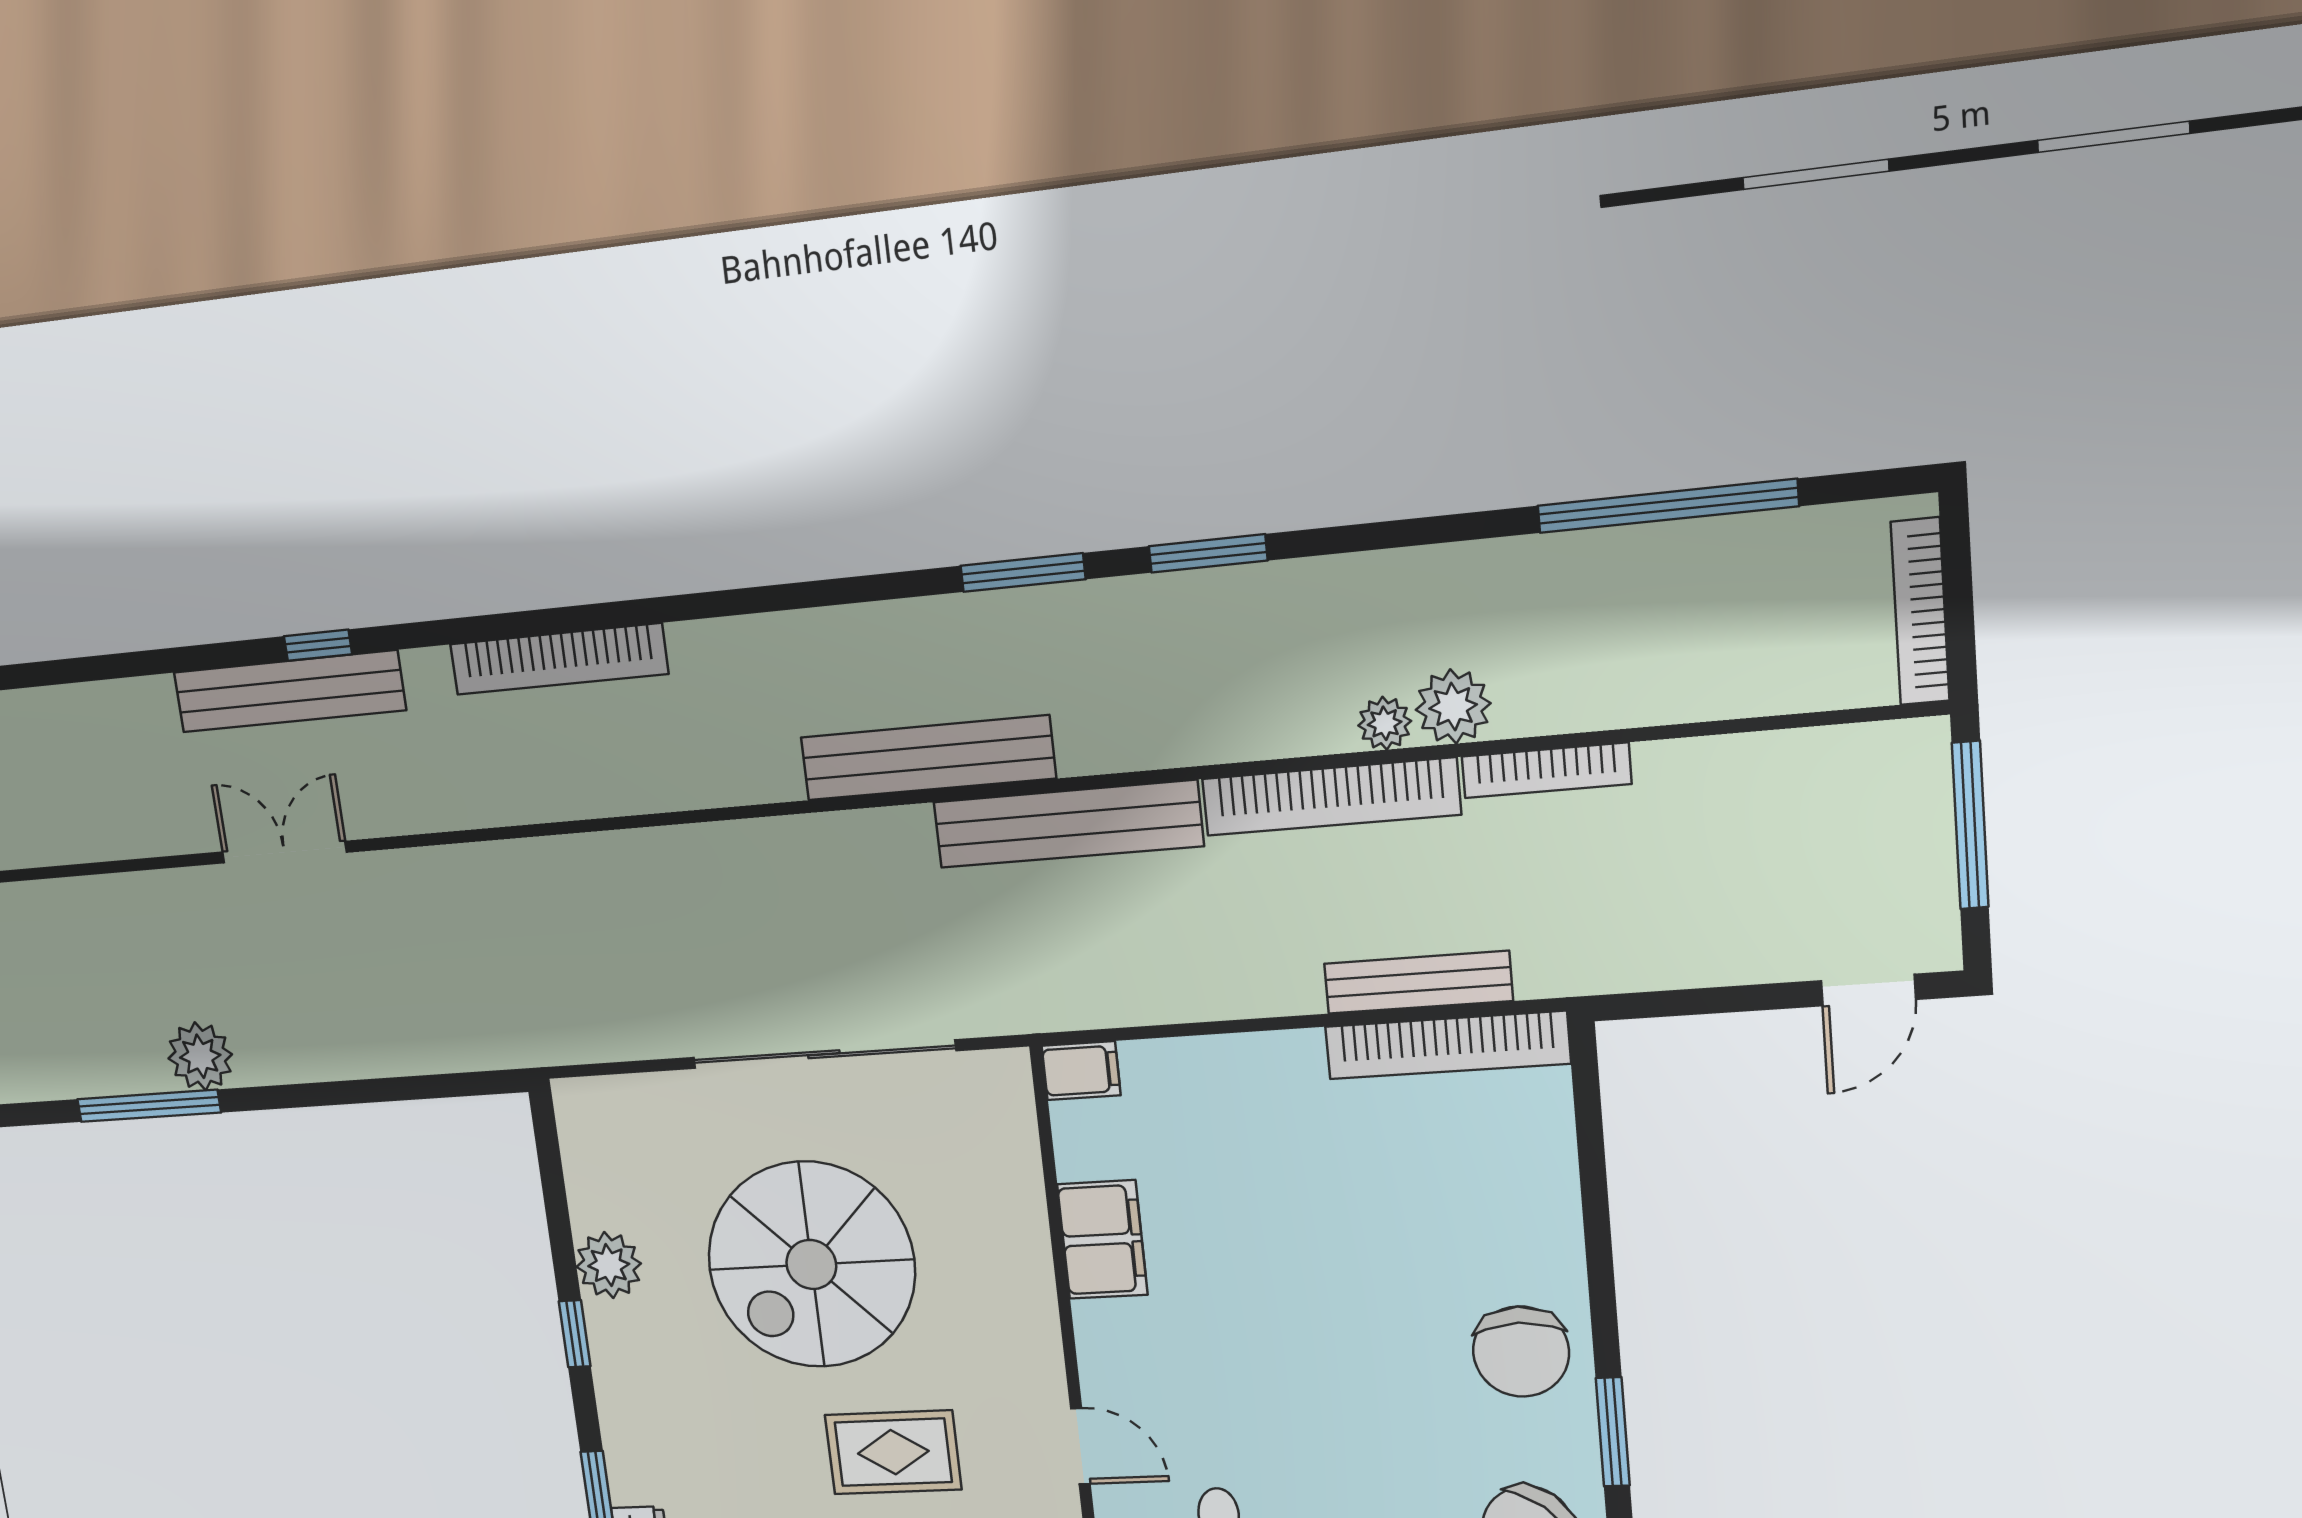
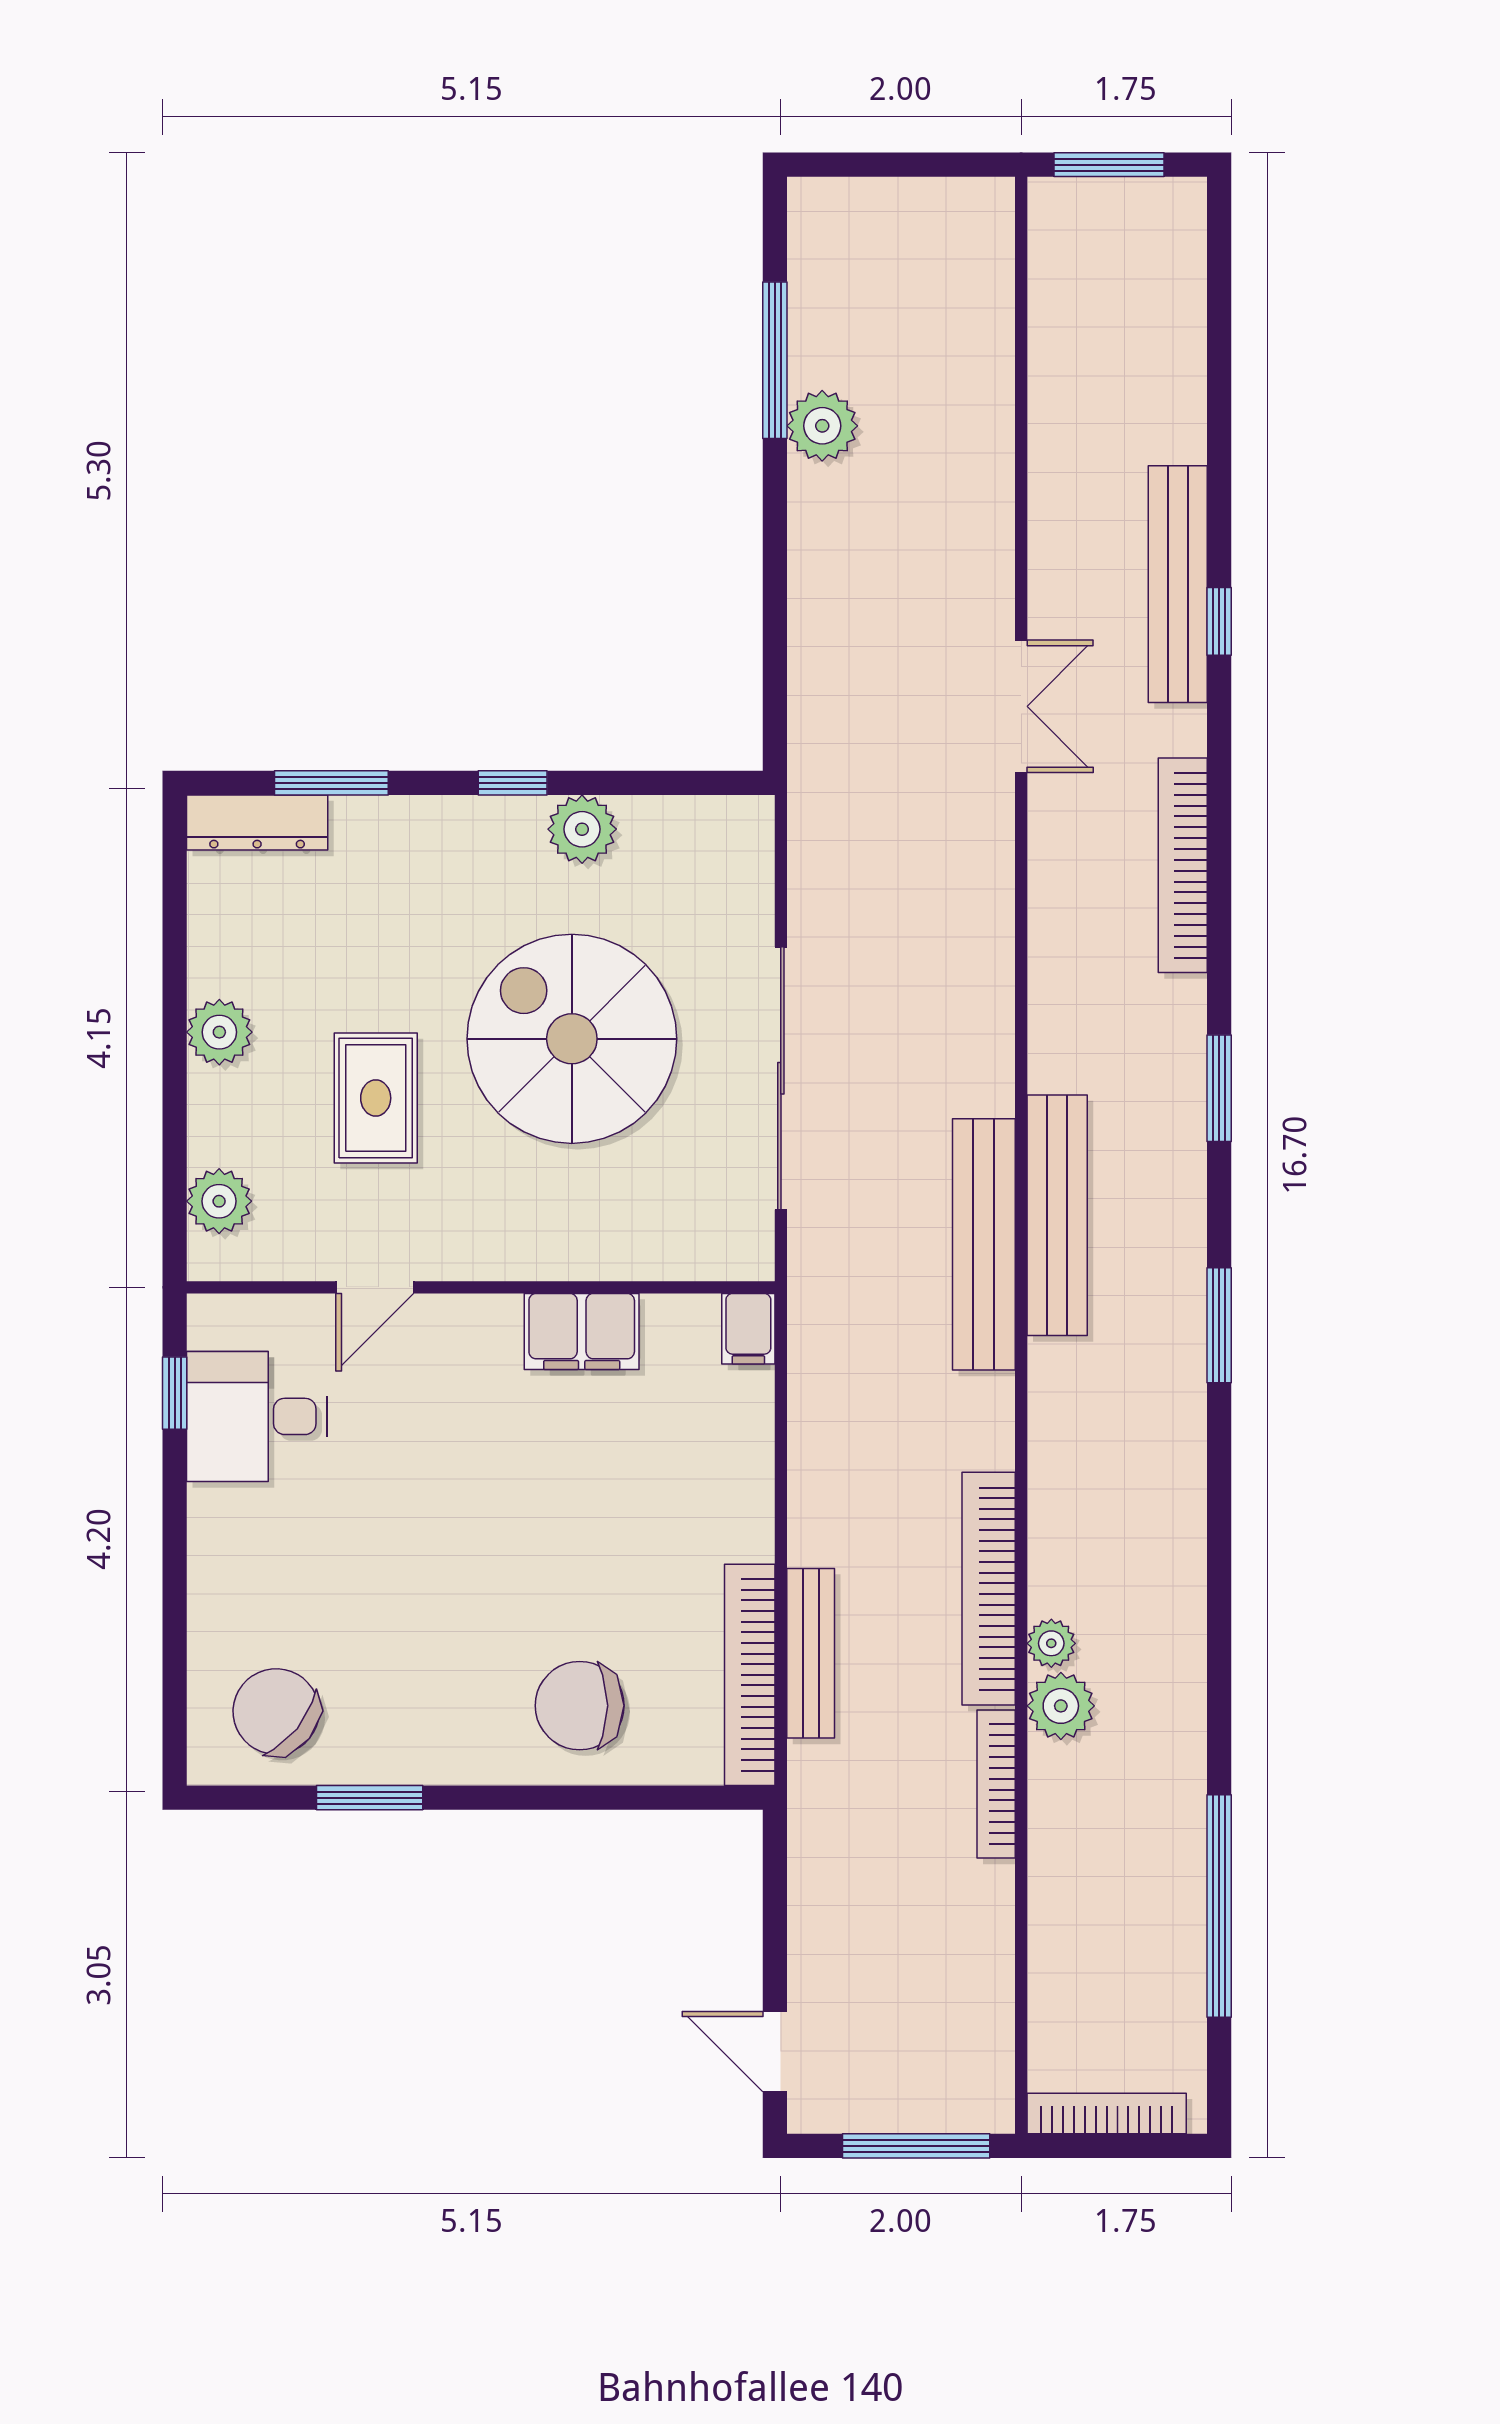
window: (1208, 553) -> (1219, 1088), moved
bench: (1068, 824) -> (984, 1244), moved
double door: (284, 852) -> (1021, 706), moved
chair: (1521, 1352) -> (580, 1706), moved

